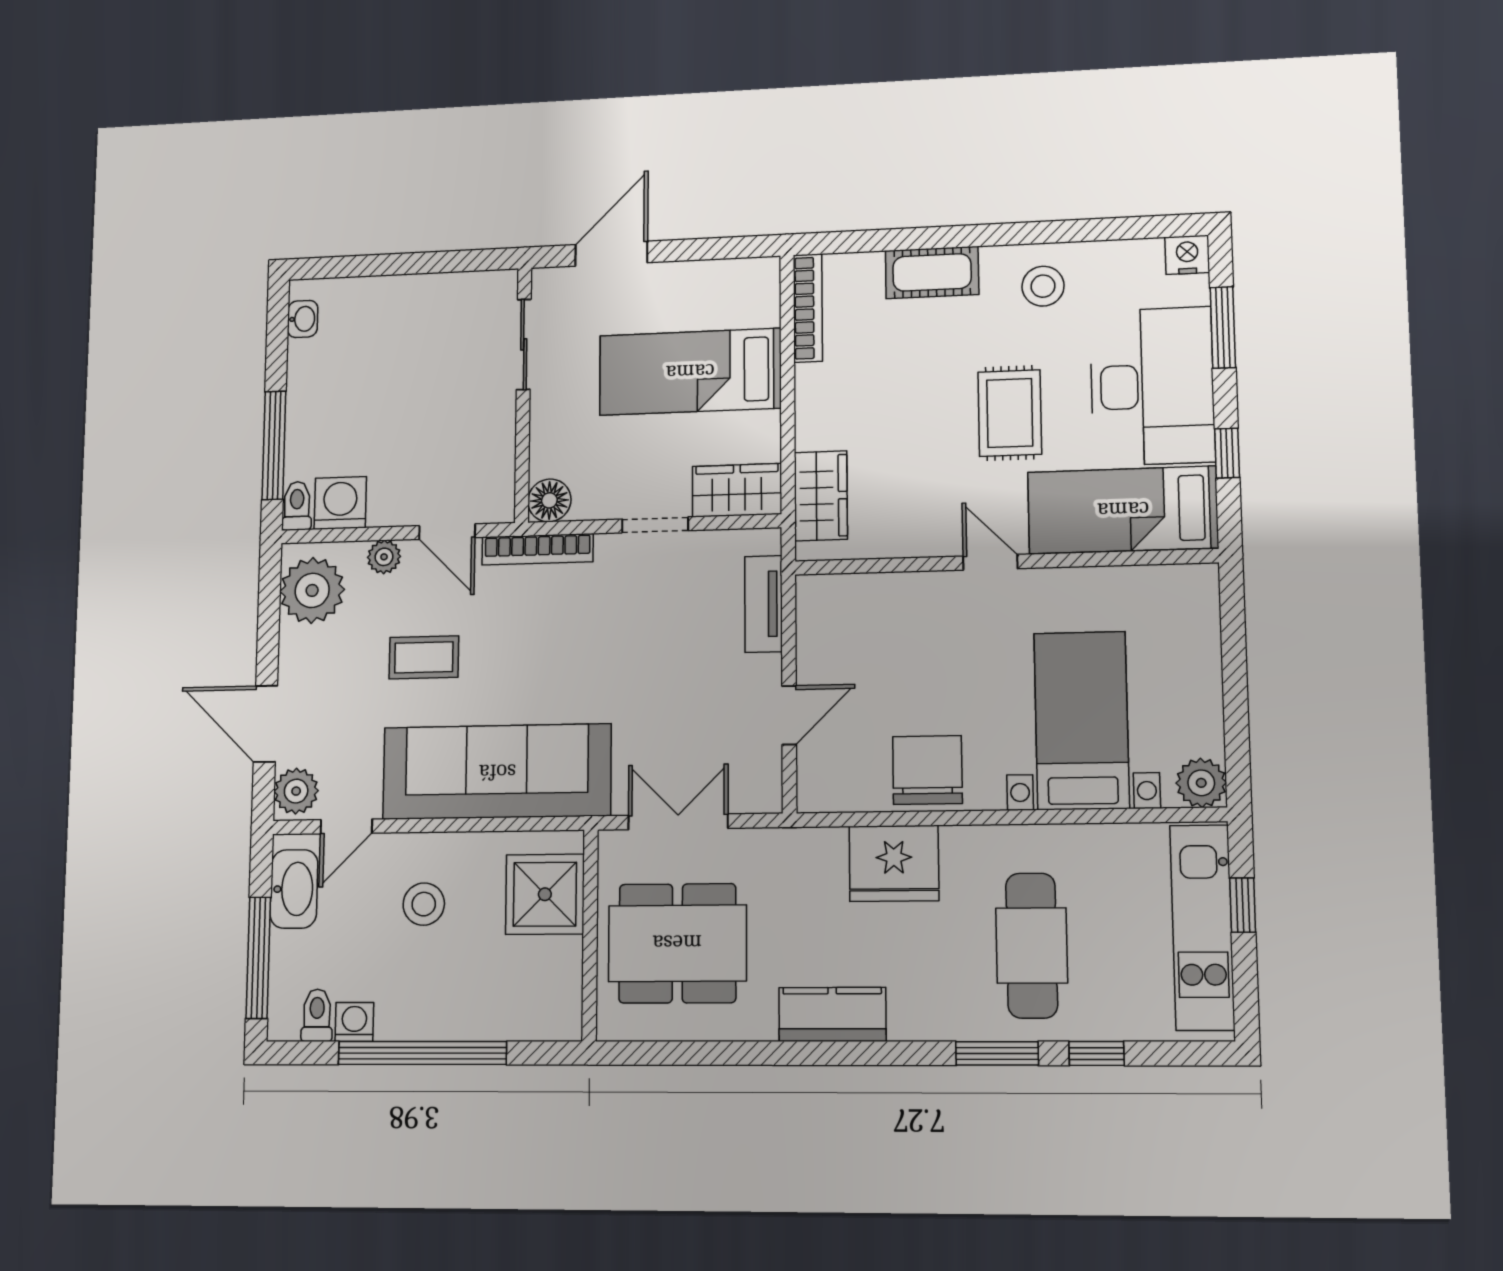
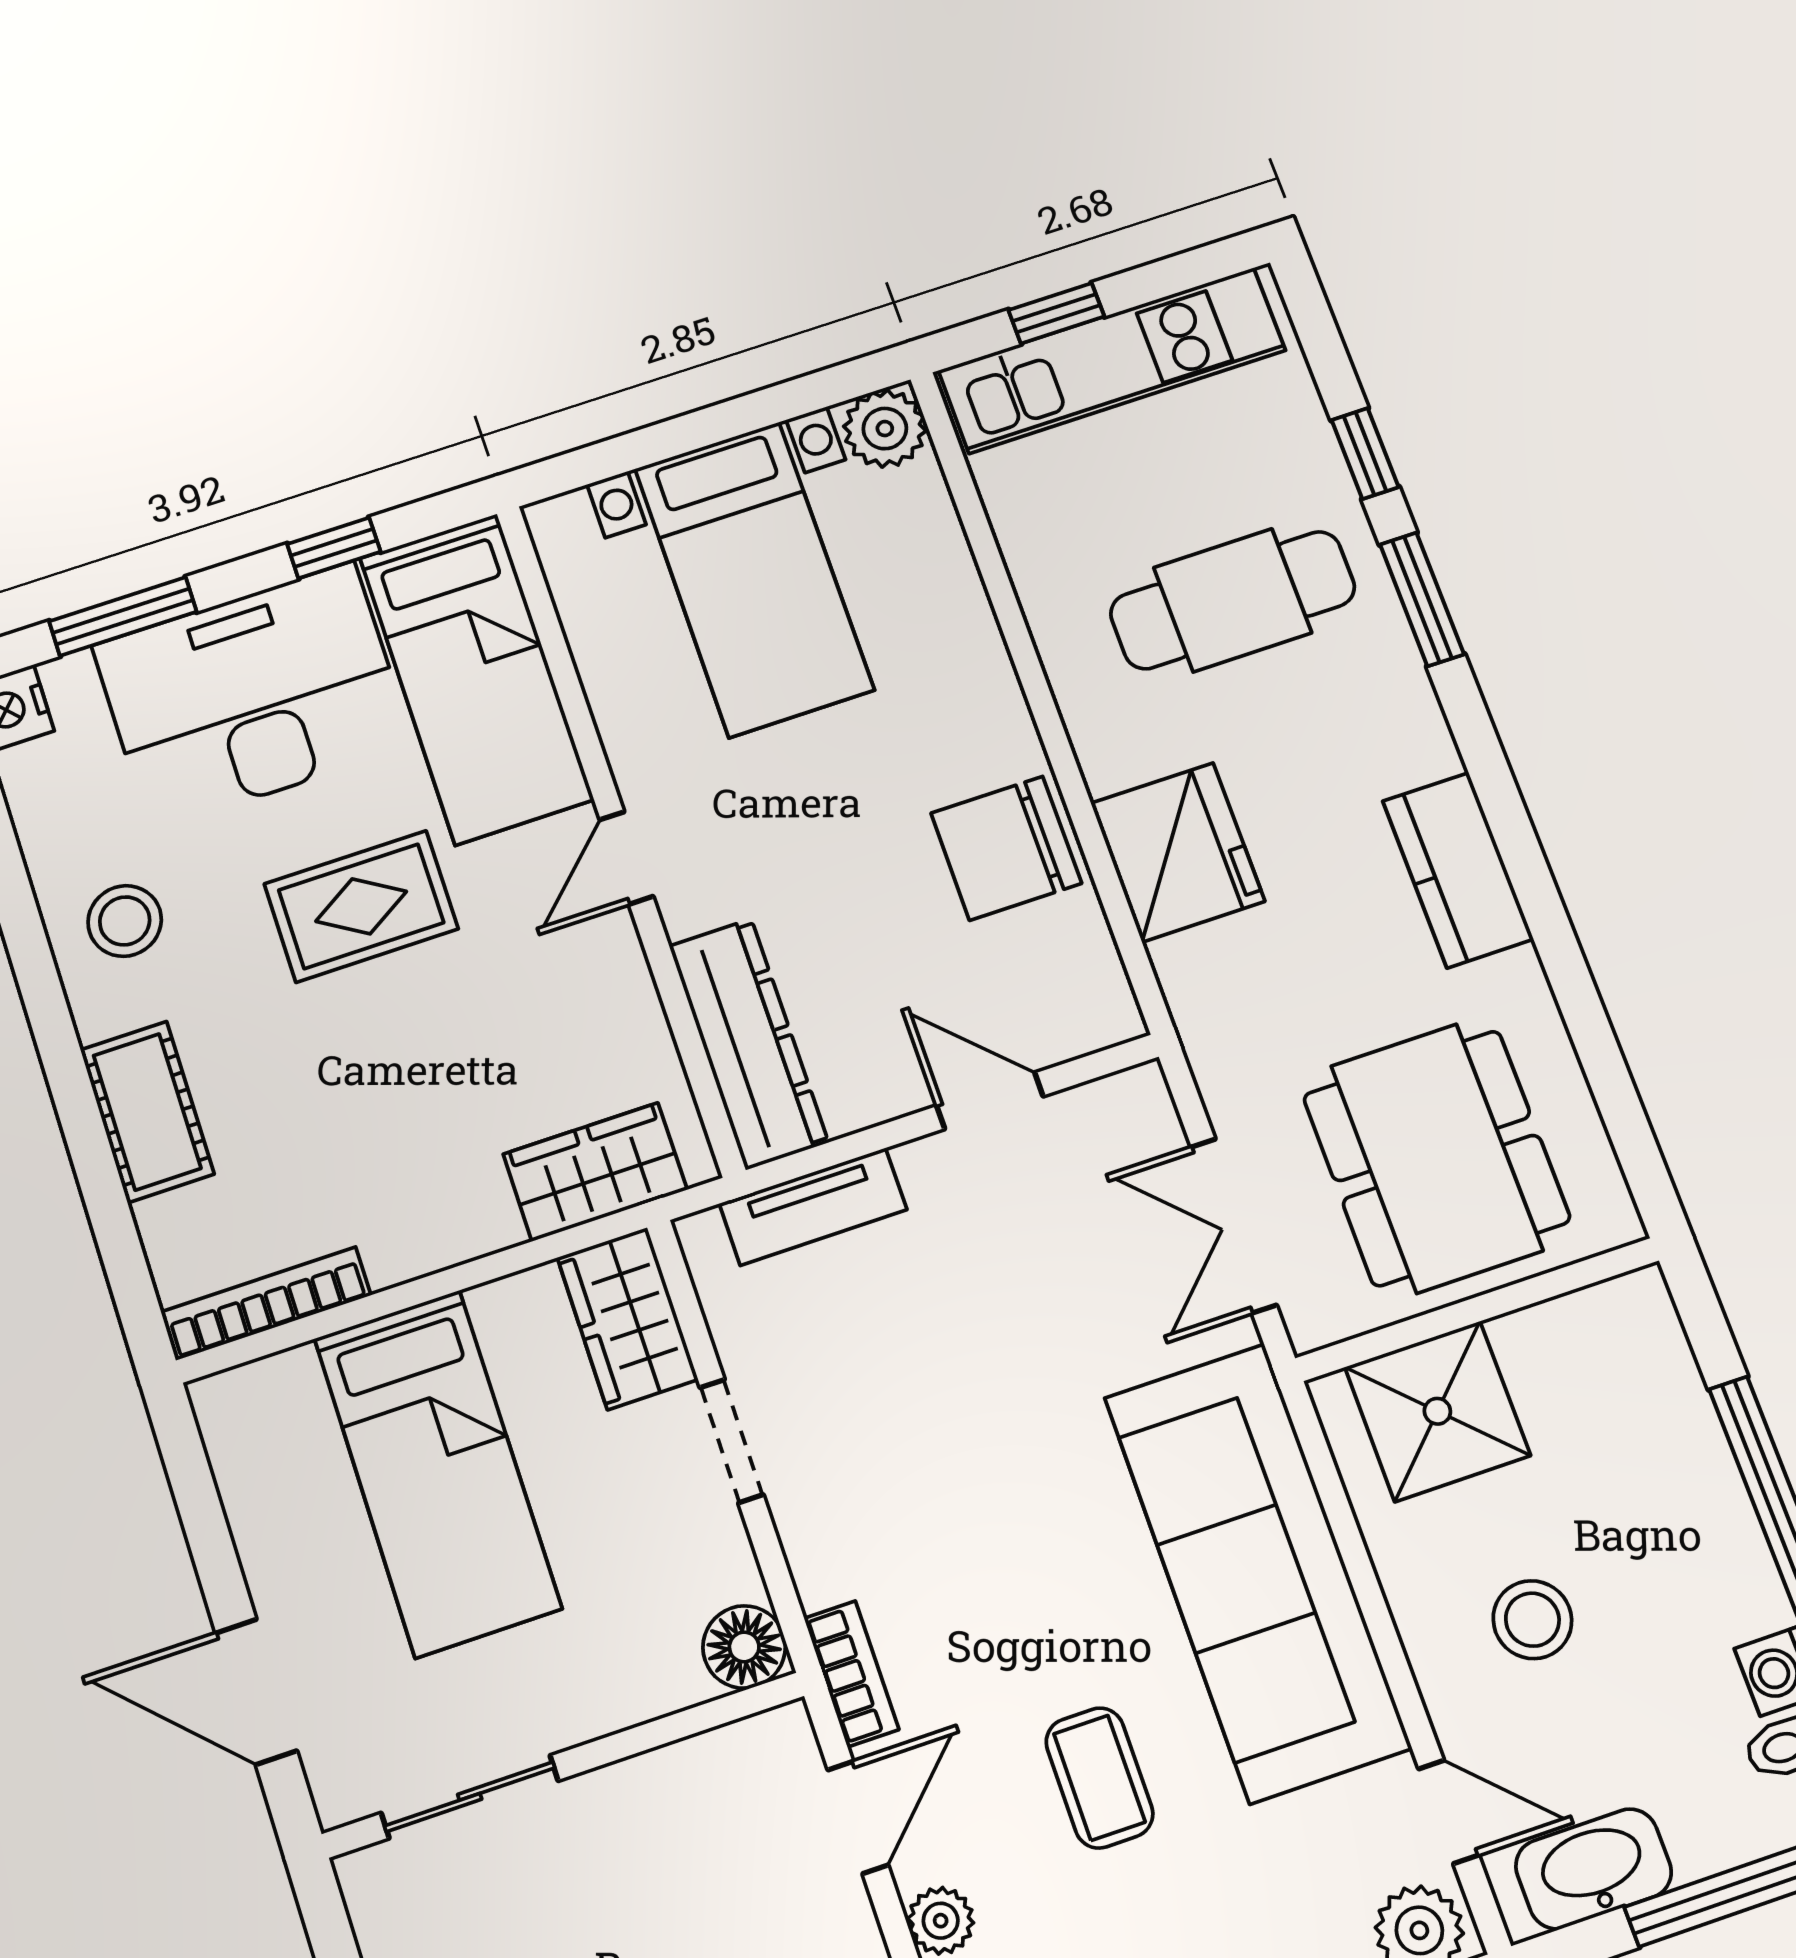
bookcase: (537, 549) -> (851, 1674), width x0.64
dresser: (864, 597) -> (748, 1044), added
bed with nightstands: (1082, 720) -> (754, 579), moved, turned -90

